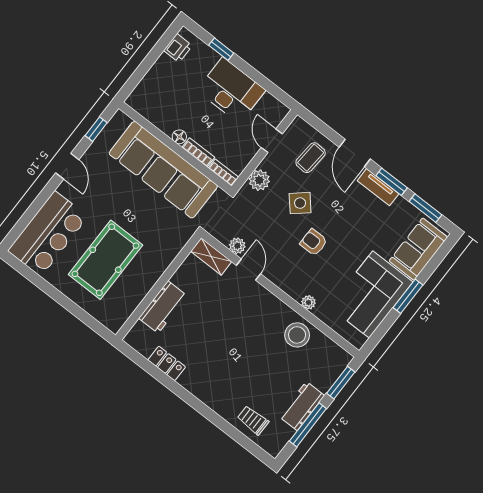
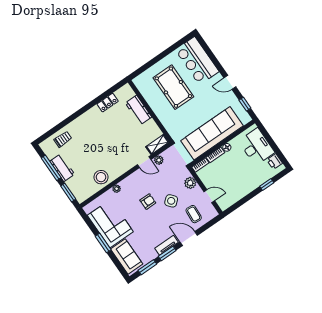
desk: (231, 90) -> (256, 147), moved, turned -90

